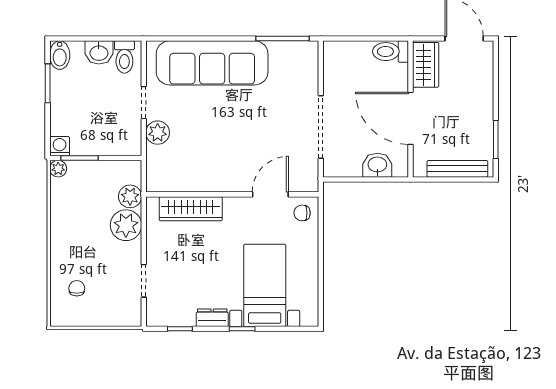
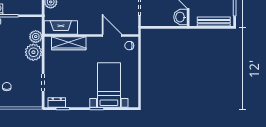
washbasin: (377, 165) -> (180, 17), moved, turned -90
fireplace: (176, 180) -> (61, 28), added
door: (270, 194) -> (112, 35), hinge flipped
dresser: (212, 318) -> (57, 103), moved

